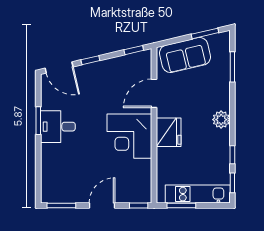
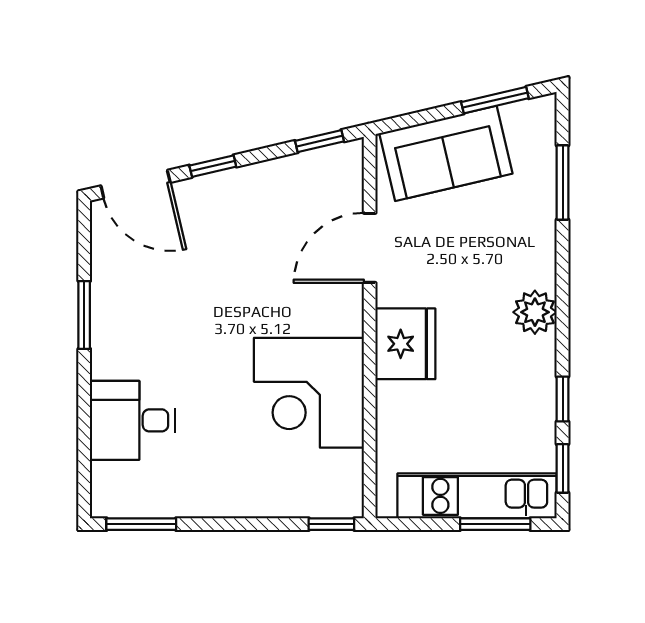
desk: (58, 127) -> (133, 420), moved
corner desk: (129, 136) -> (309, 393), moved
door: (102, 206) -> (241, 524), removed
window: (181, 206) -> (495, 524), moved

